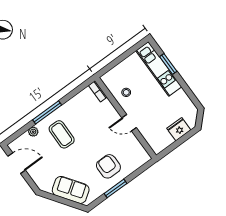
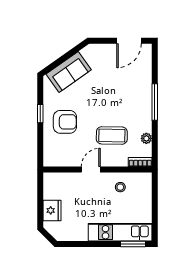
window: (168, 64) -> (133, 244), moved
plant: (33, 132) -> (146, 138), moved
coffee table: (62, 134) -> (112, 135), moved
window: (116, 188) -> (40, 114), width x0.67

